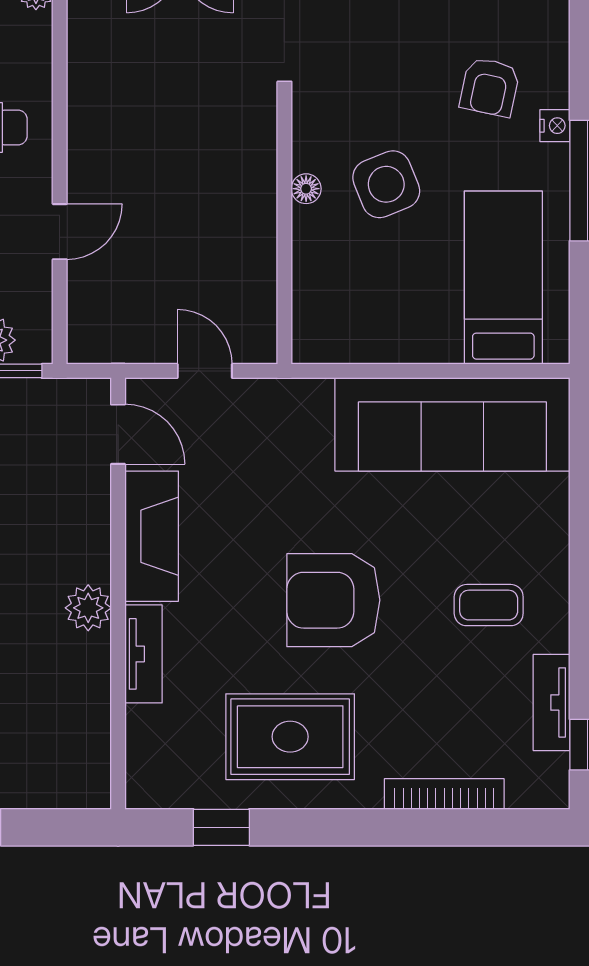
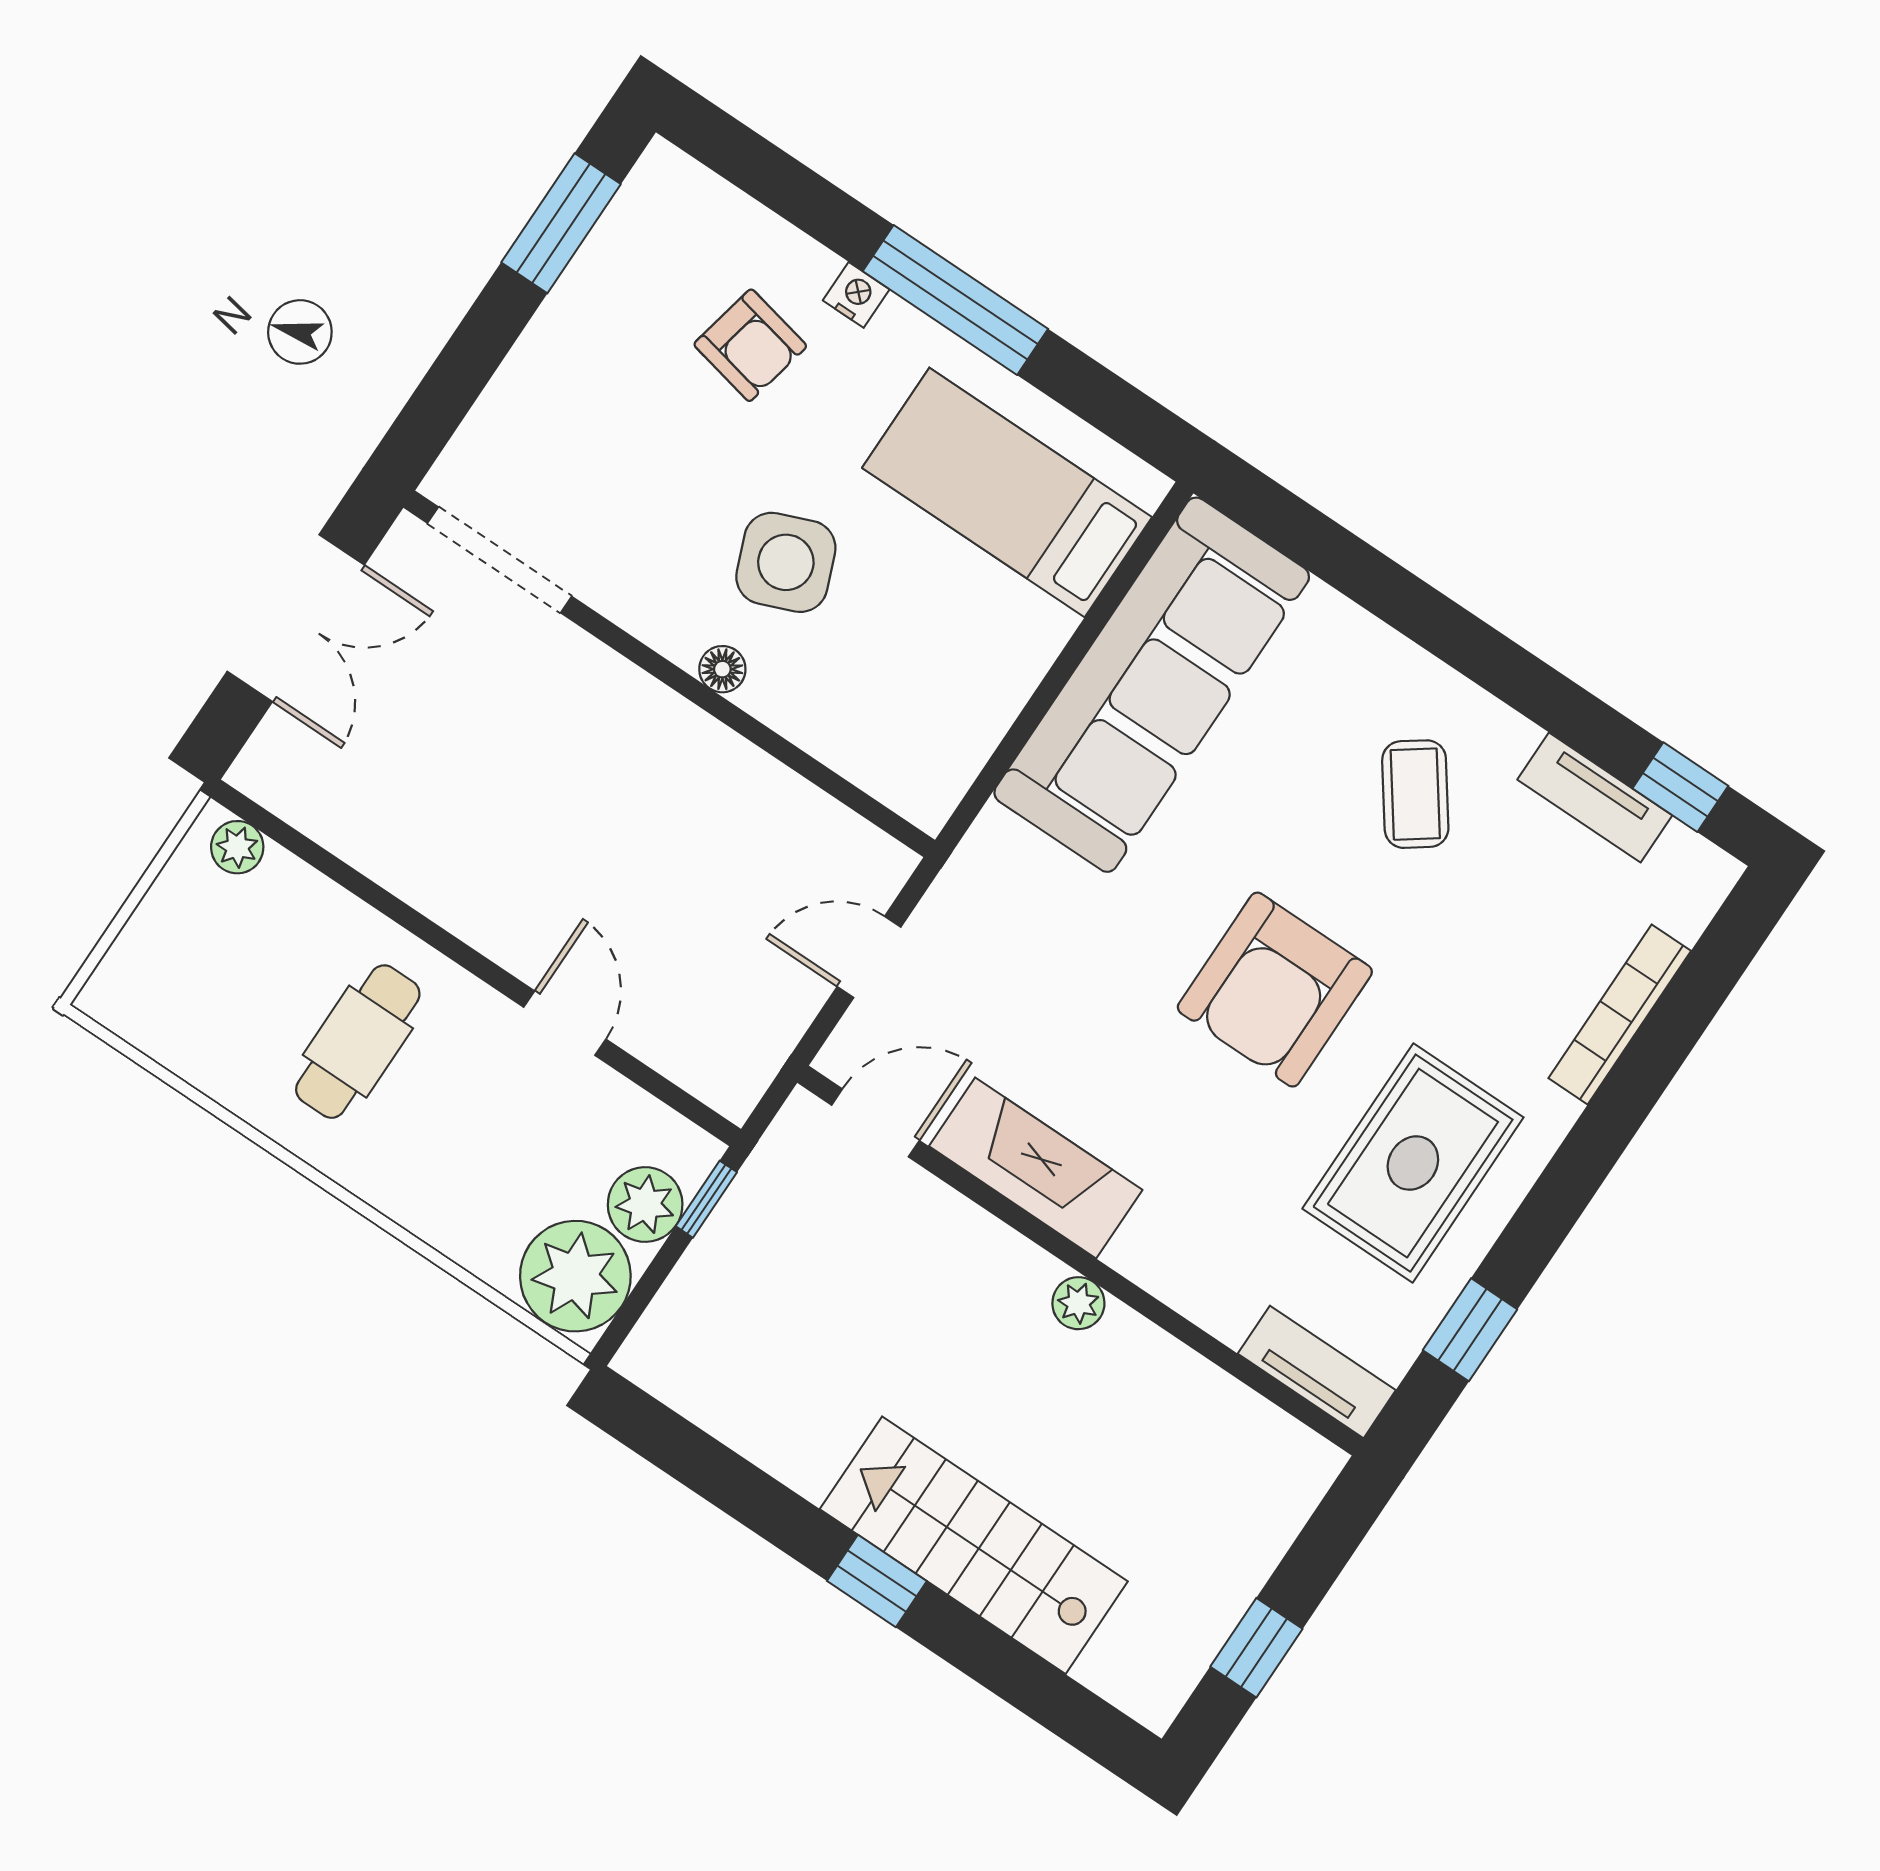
coffee table: (489, 605) -> (1415, 794), turned -36
plant: (88, 608) -> (1078, 1303), width x0.73, depth x0.73
tv unit: (144, 654) -> (1317, 1372), moved

